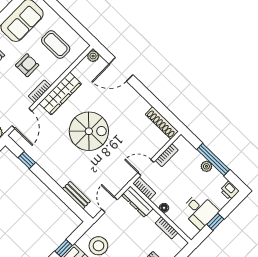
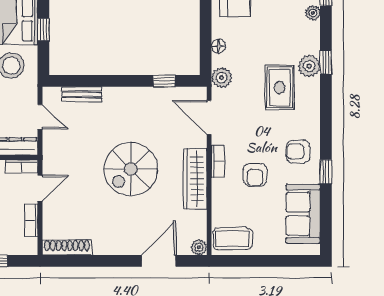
coffee table: (56, 45) -> (233, 239), moved

